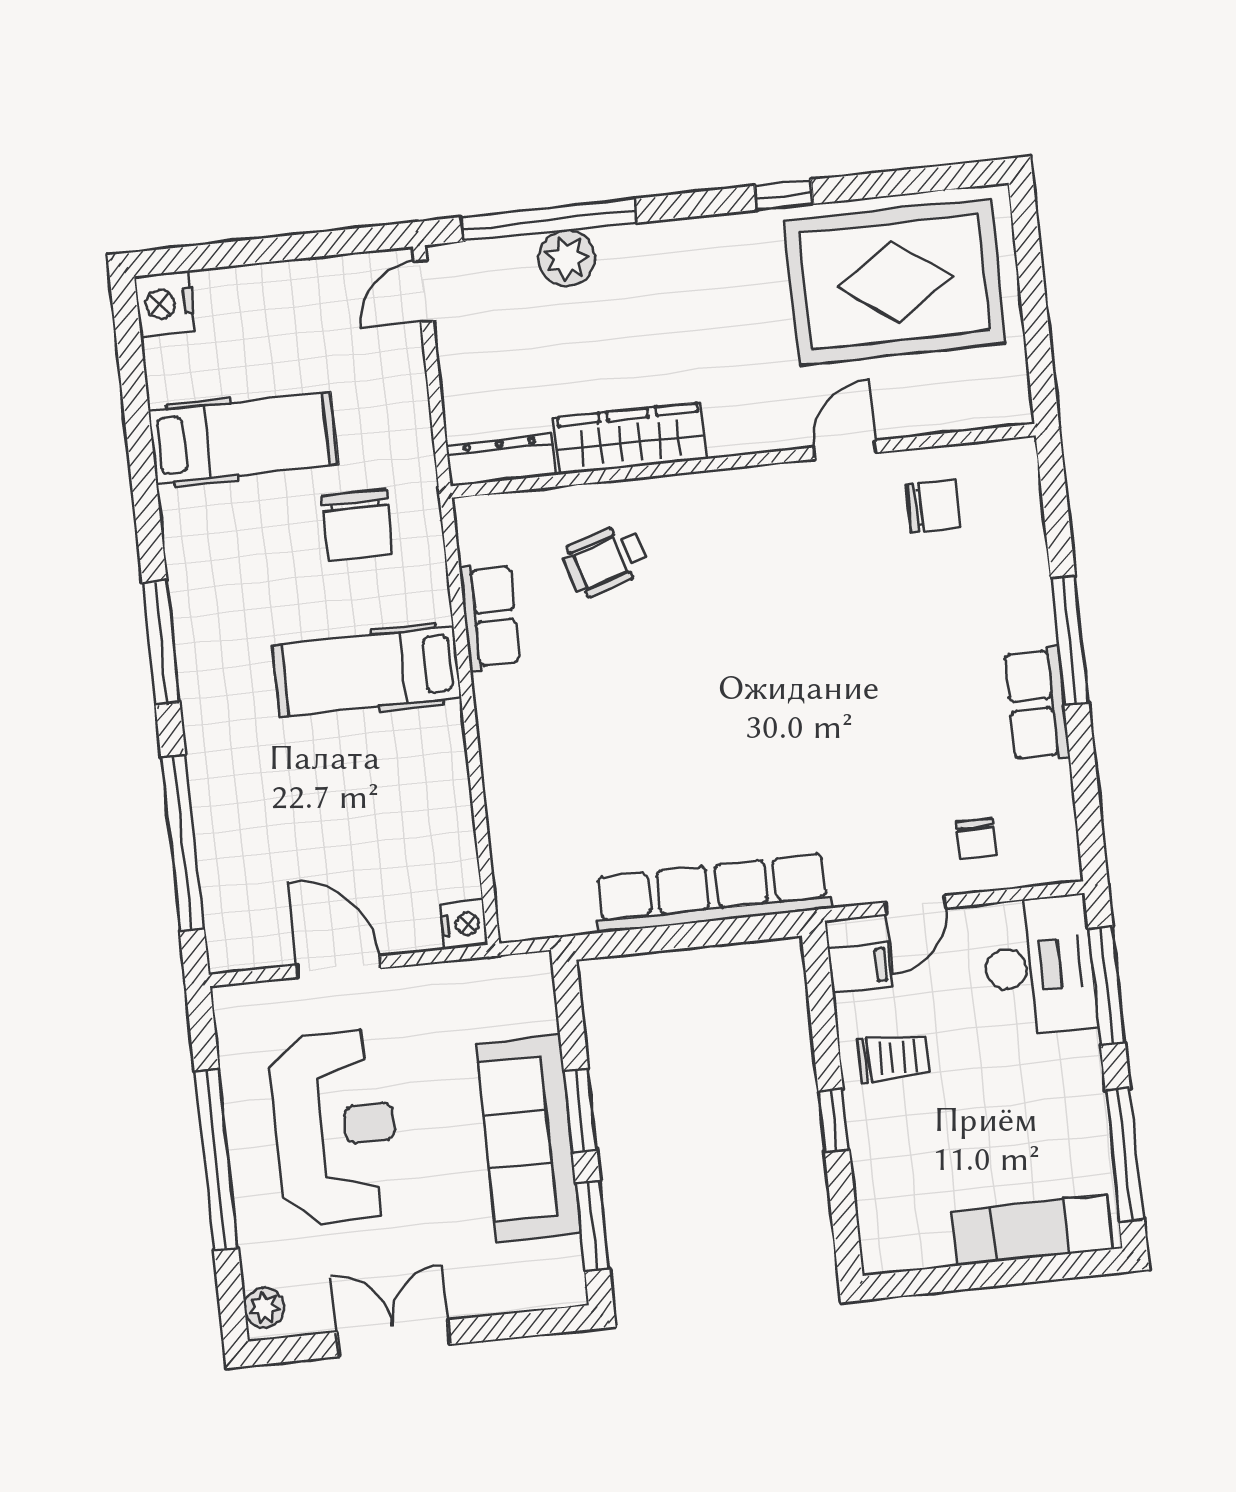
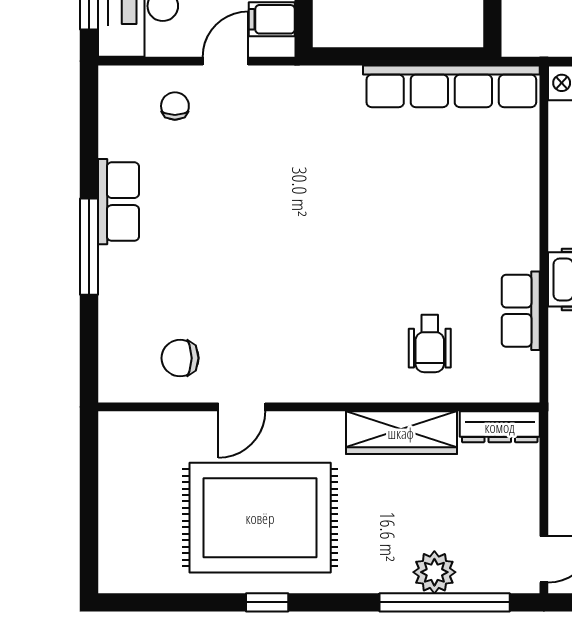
rug: (895, 282) -> (260, 518), moved
wheelchair: (605, 560) -> (430, 344), turned 107
row of seats: (713, 893) -> (451, 86), moved

